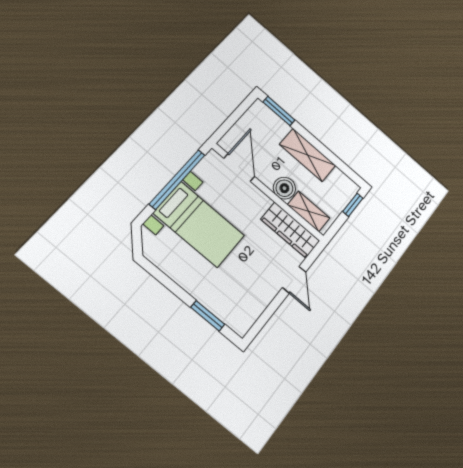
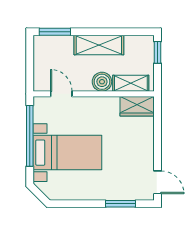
door: (239, 167) -> (61, 94), width x0.73
wardrobe: (290, 230) -> (137, 106), width x0.67
door: (294, 280) -> (158, 182), moved

